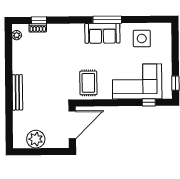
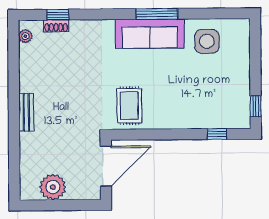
sofa: (102, 33) -> (150, 34), width x1.36
corner sofa: (137, 81) -> (200, 104), removed
bench: (17, 92) -> (26, 112), width x0.73

